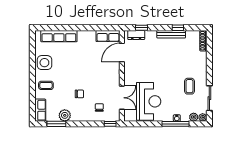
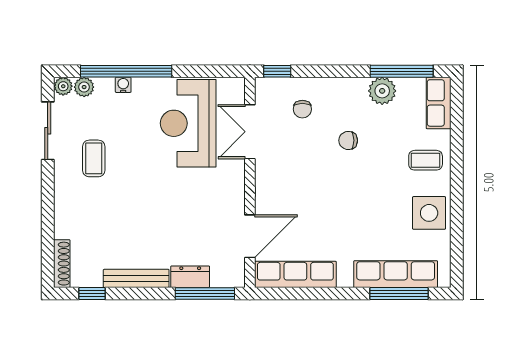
window: (57, 28) -> (399, 293), added
window: (141, 28) -> (205, 293), width x2.17
window: (178, 28) -> (92, 293), moved
dresser: (136, 35) -> (190, 277), moved
row of seats: (108, 36) -> (295, 274), width x1.48
window: (56, 124) -> (402, 71), width x1.44
window: (176, 124) -> (126, 71), width x1.46

